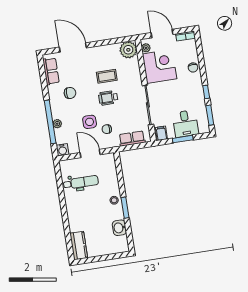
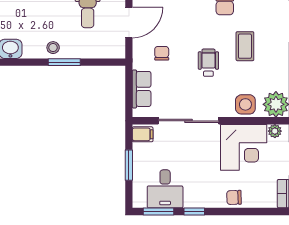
coffee table: (107, 76) -> (245, 46), moved
side table: (90, 122) -> (245, 104), moved
desk: (185, 124) -> (165, 189), moved, turned -90
window: (125, 208) -> (64, 62), moved

